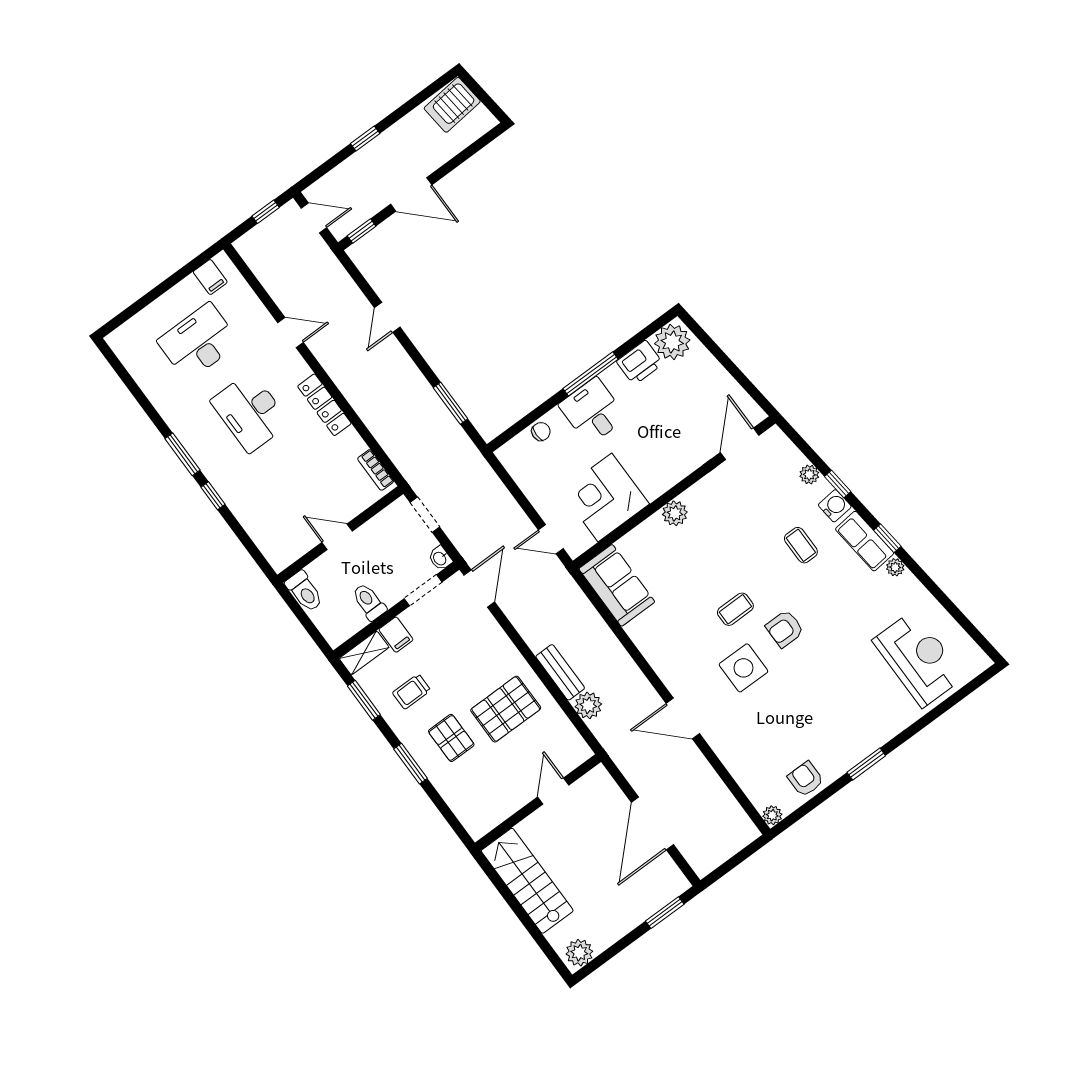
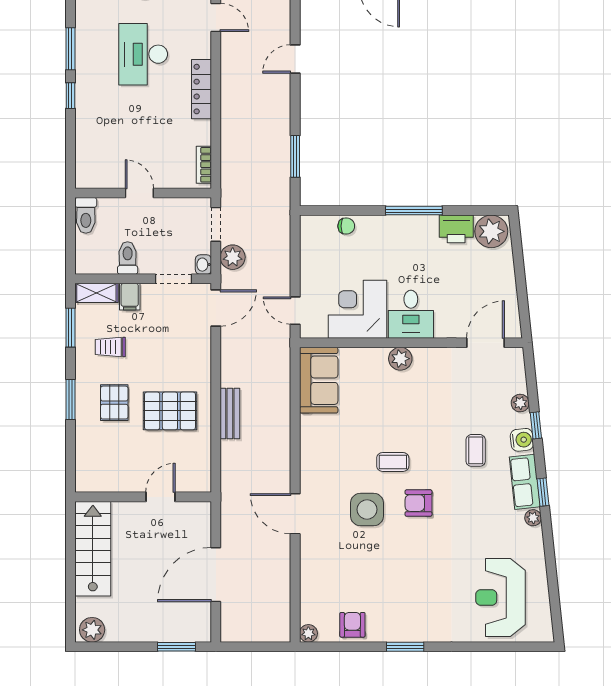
desk: (593, 411) -> (411, 314), moved, turned 180
reception desk: (918, 659) -> (500, 597), turned 180
plant: (588, 705) -> (233, 257), moved

